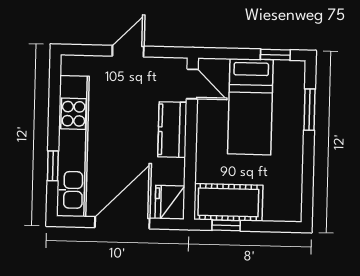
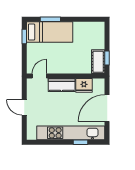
bed: (250, 107) -> (50, 32), moved
fridge: (170, 202) -> (84, 85), moved
cot: (228, 202) -> (98, 62), width x0.73, depth x0.75
door: (122, 223) -> (107, 108), hinge flipped

